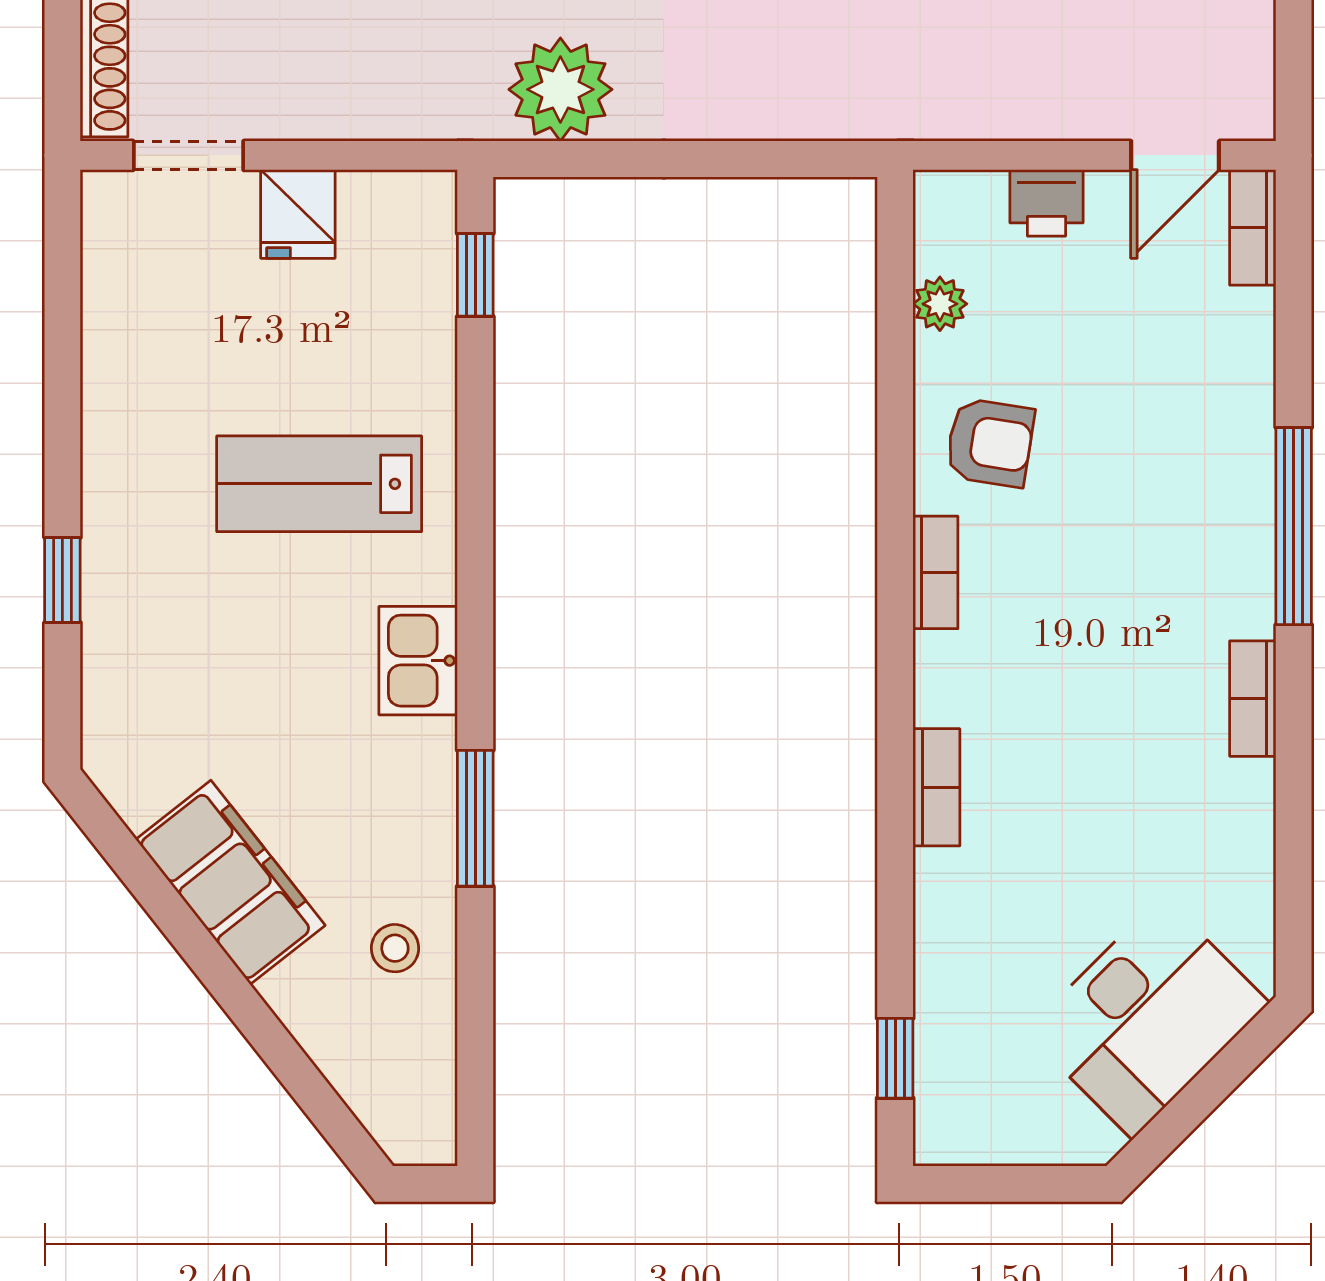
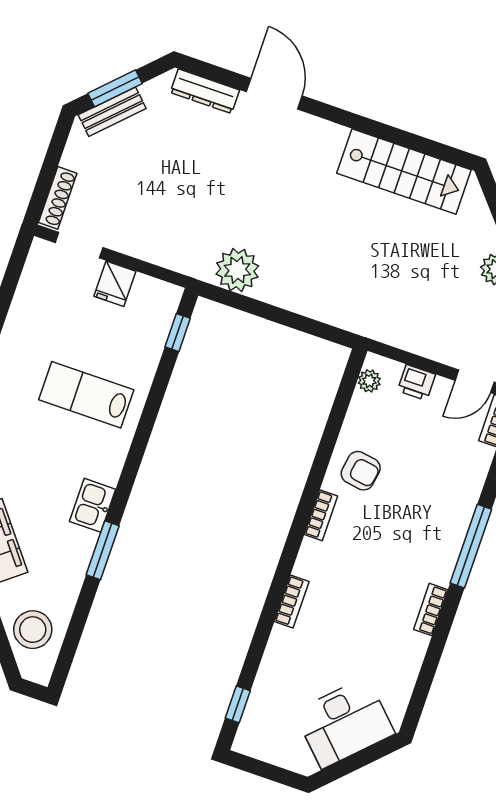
plant: (940, 304) -> (369, 381), moved
kitchen sink: (418, 661) -> (93, 505), moved
stool: (395, 948) -> (33, 630), moved, width x1.89, depth x1.89

